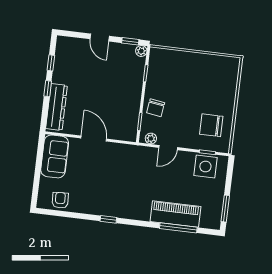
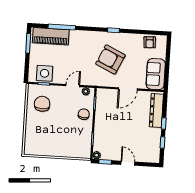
chair: (211, 125) -> (42, 104), turned -90
door: (94, 139) -> (128, 89), hinge flipped
armchair: (115, 180) -> (110, 59), added
piano: (175, 214) -> (51, 36), moved

